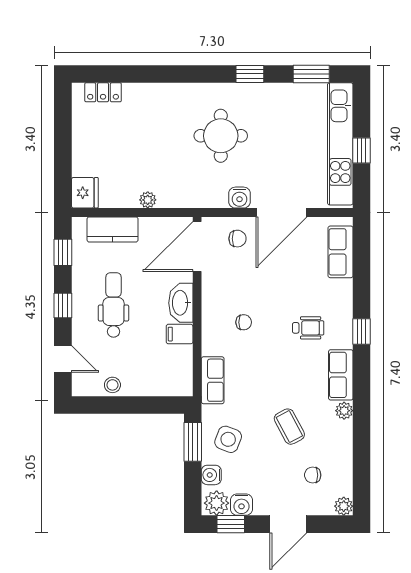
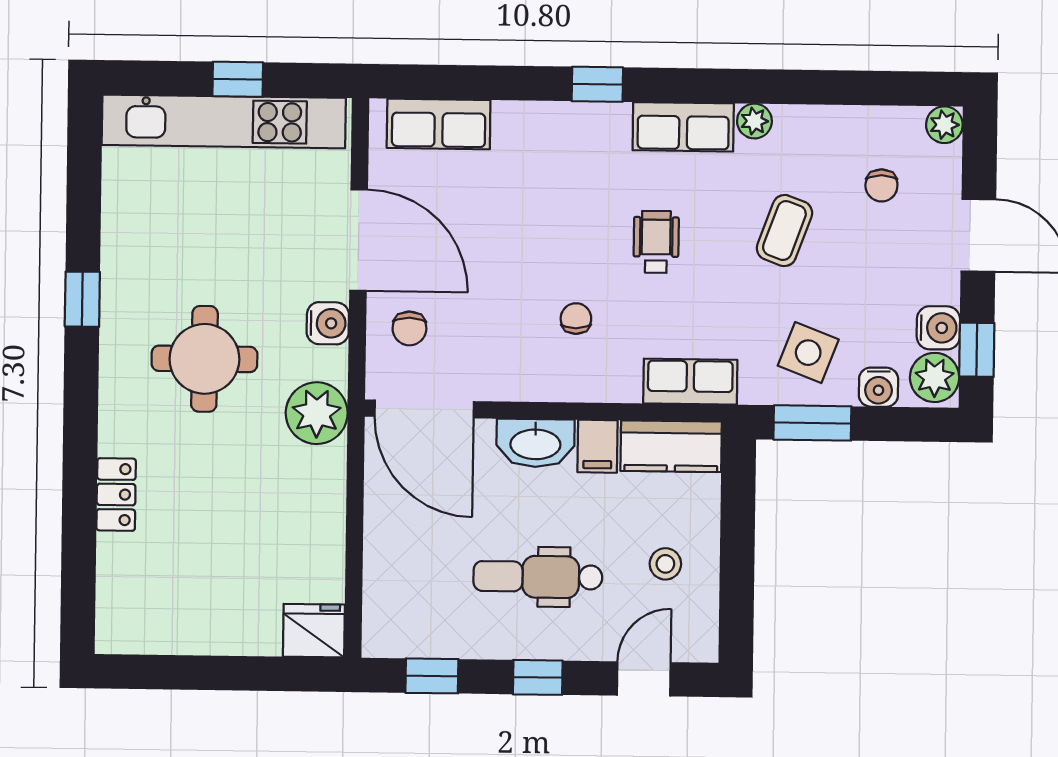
window: (311, 74) -> (84, 177), removed
locker: (103, 92) -> (116, 495), moved
plant: (148, 200) -> (317, 413), moved, width x1.88, depth x1.88
kitchen counter: (113, 229) -> (671, 446), moved, turned 90
chair: (237, 239) -> (409, 328), turned 180
wheelchair: (308, 328) -> (656, 242), moved
stool: (112, 385) -> (665, 564), moved
coffee table: (289, 427) -> (784, 231), turned -42

